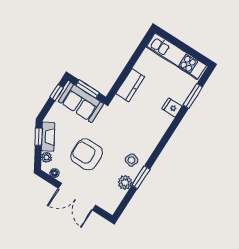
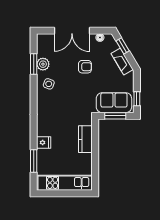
window: (39, 137) -> (123, 46), moved
armchair: (87, 154) -> (85, 67), width x0.53, depth x0.53
plant: (46, 157) -> (113, 45), removed
window: (141, 177) -> (34, 64), moved
double door: (77, 197) -> (72, 31), swing flipped

